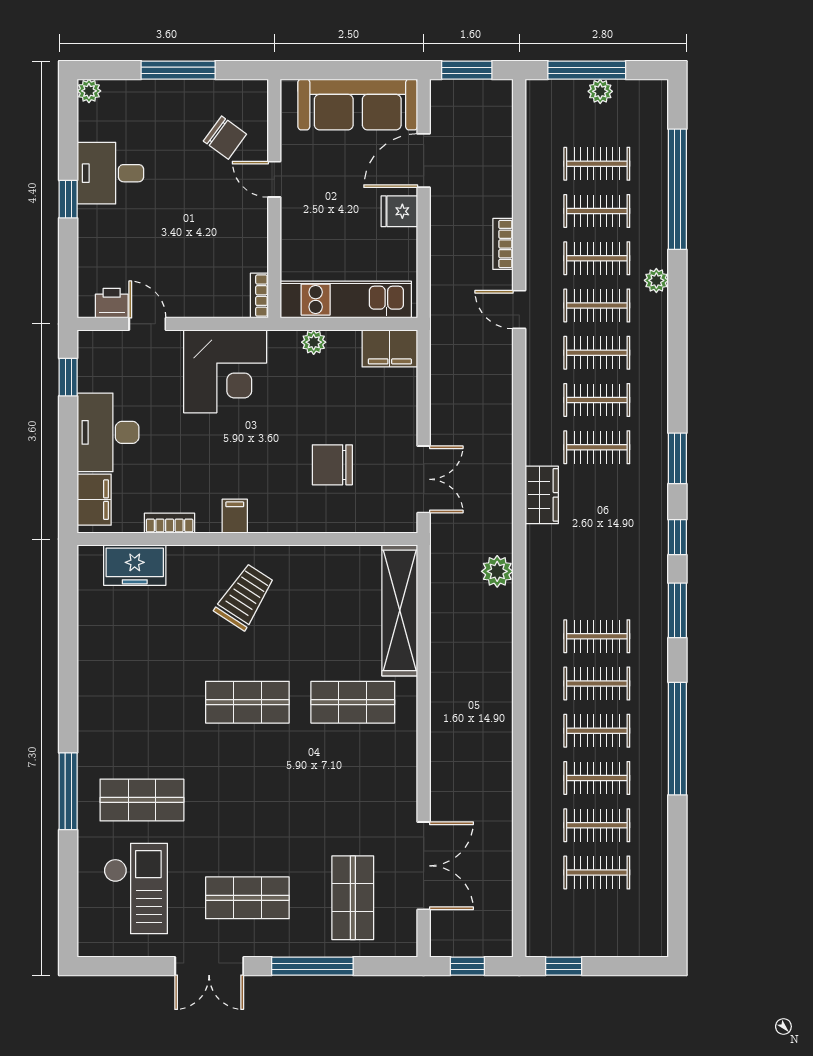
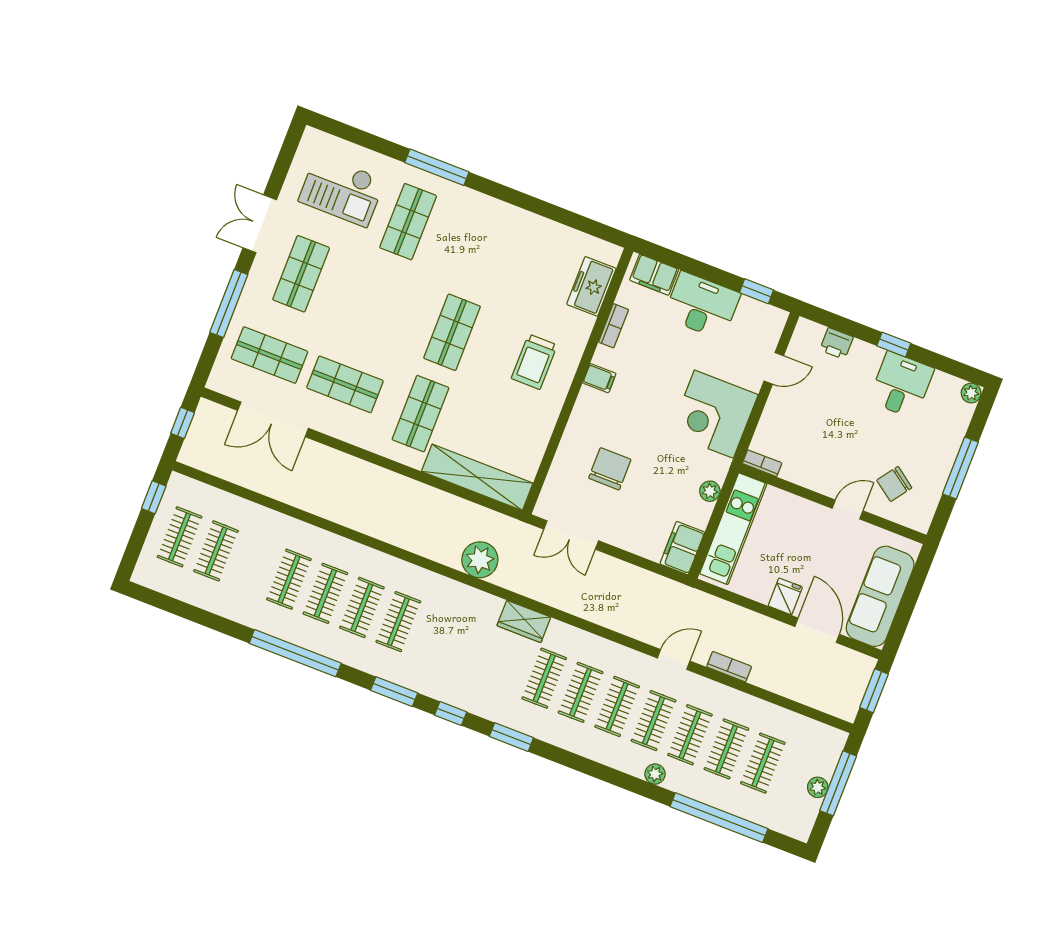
printer: (112, 303) -> (836, 343), moved, turned 90
plant: (497, 571) -> (480, 560), width x1.36, depth x1.36
trolley: (245, 597) -> (534, 362), turned 57
shop shelf: (353, 800) -> (345, 384), added
clothes rail: (597, 825) -> (180, 537), moved

